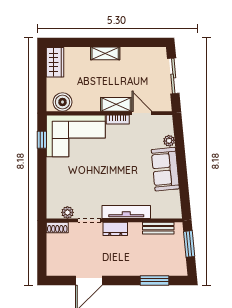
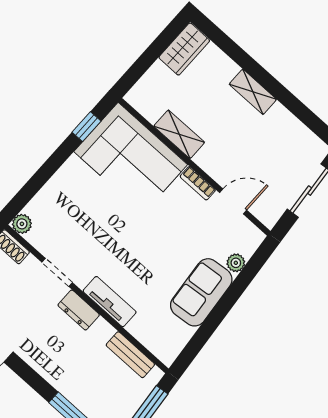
boiler: (62, 102) -> (151, 104), removed
shelving: (116, 104) -> (179, 134), moved
door: (142, 113) -> (233, 201), hinge flipped
plant: (67, 212) -> (22, 224), moved
tv unit: (126, 212) -> (110, 302), width x0.71

